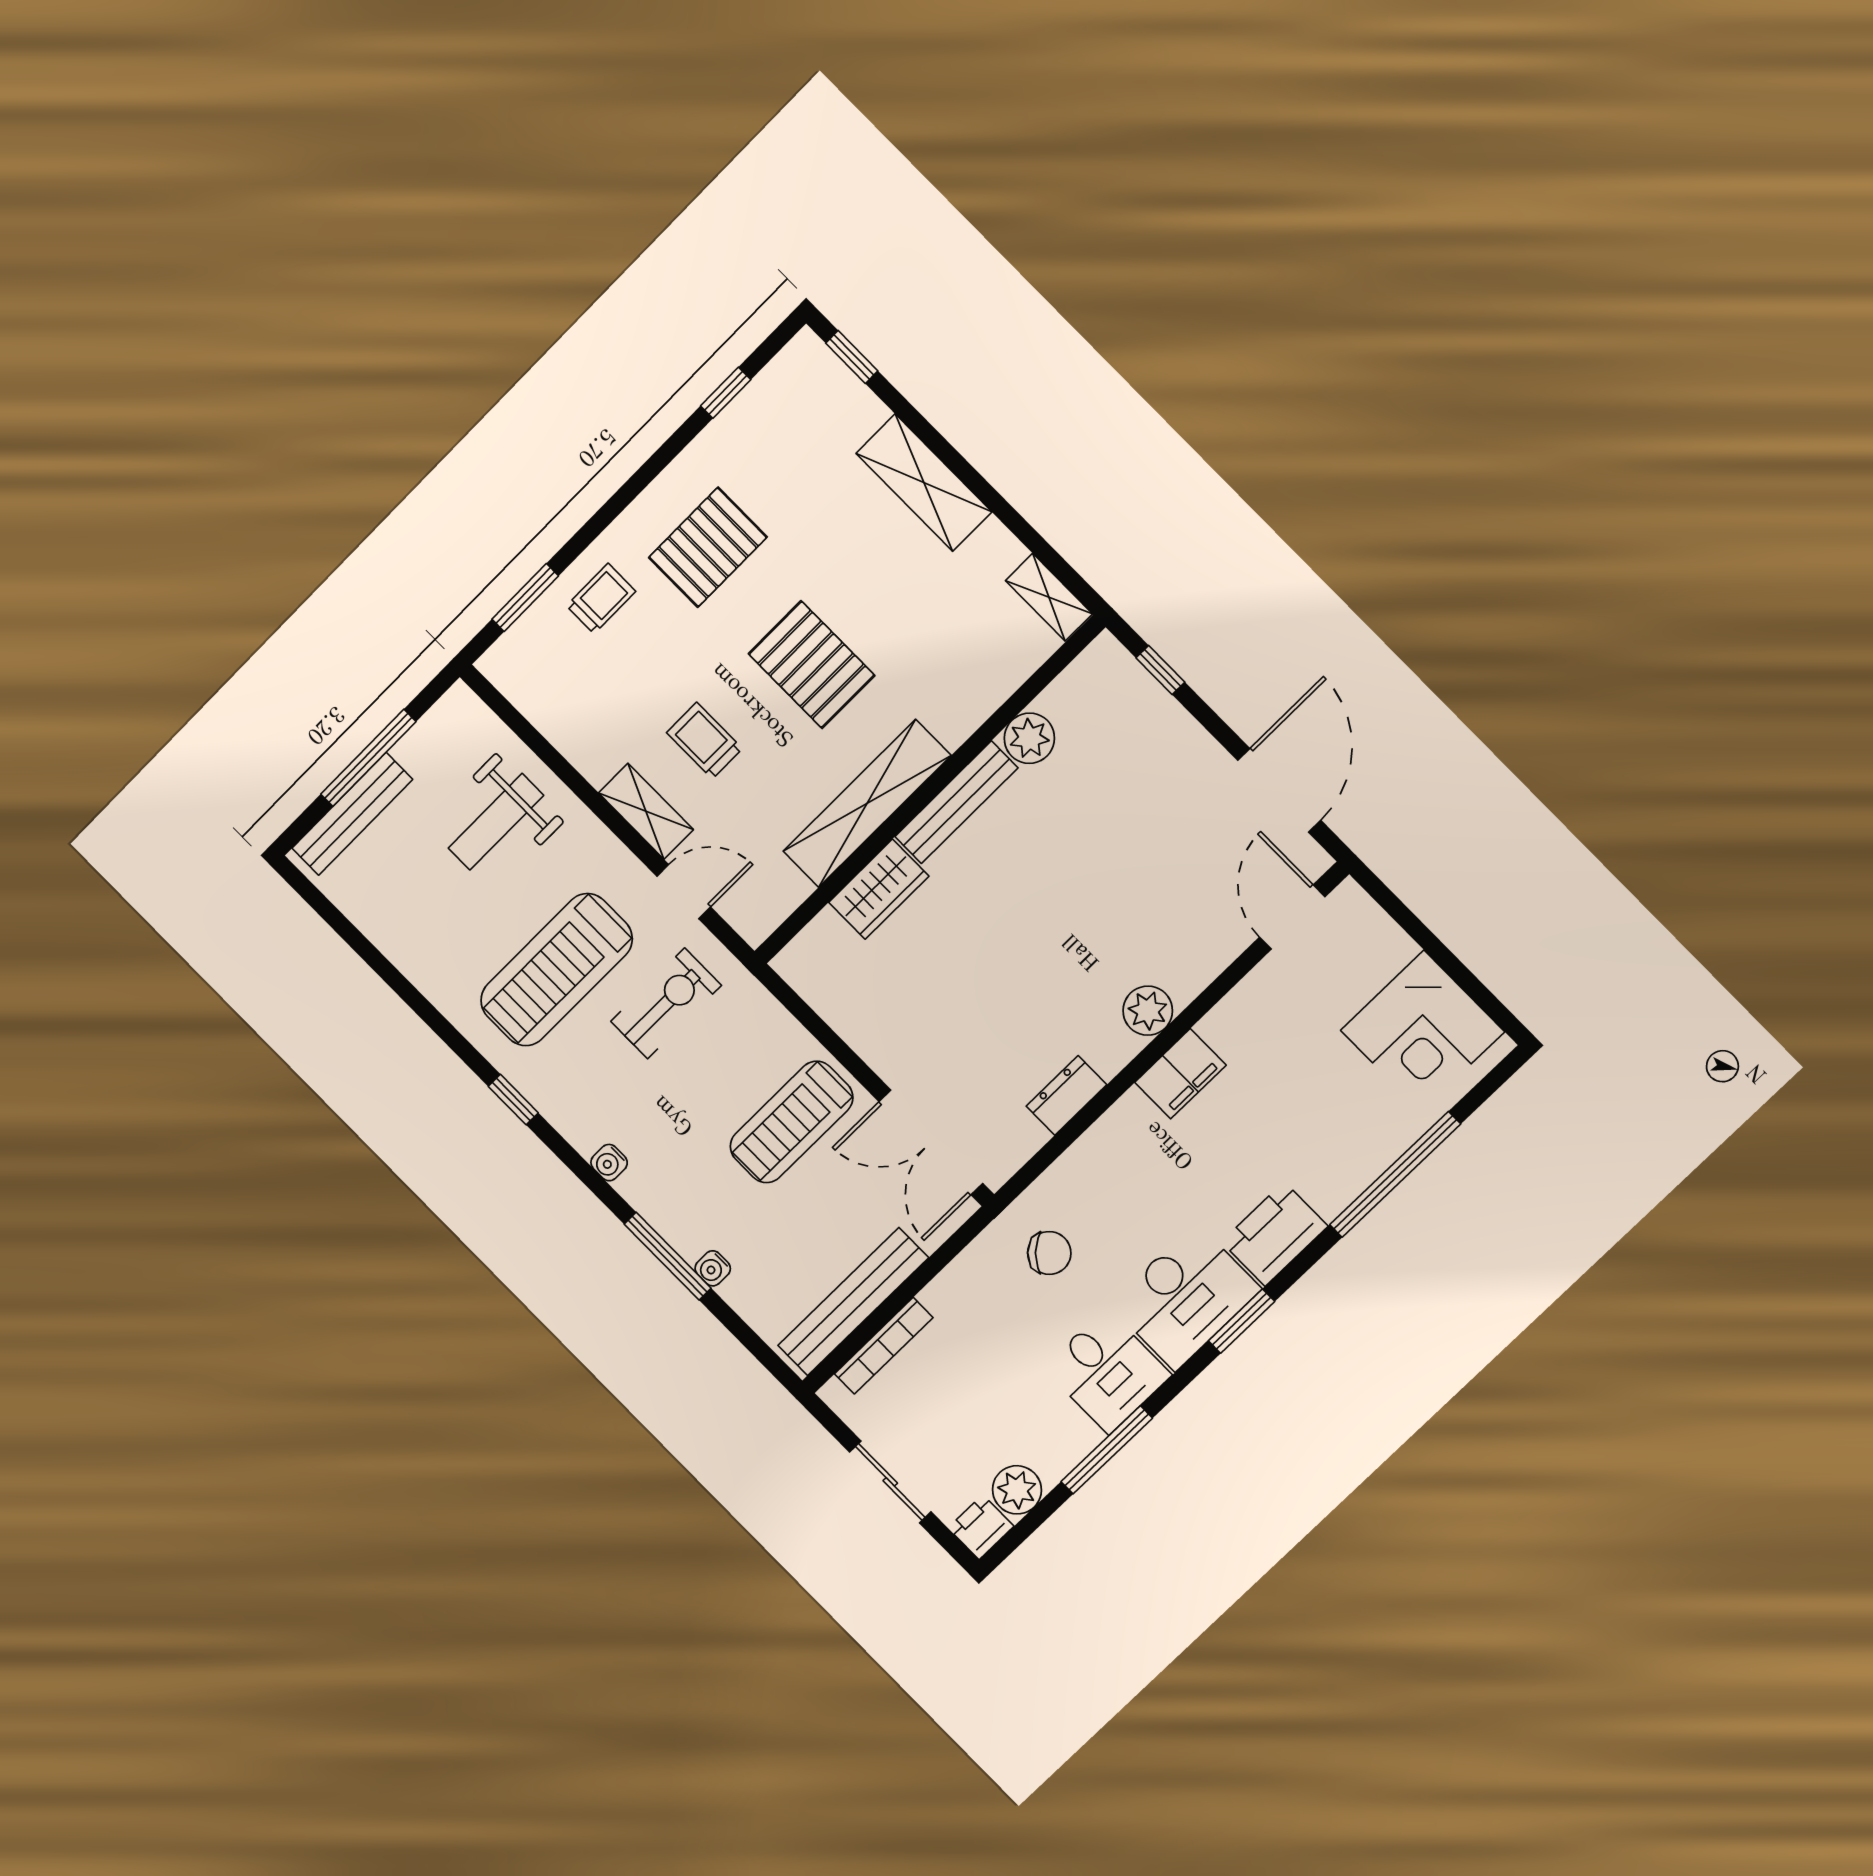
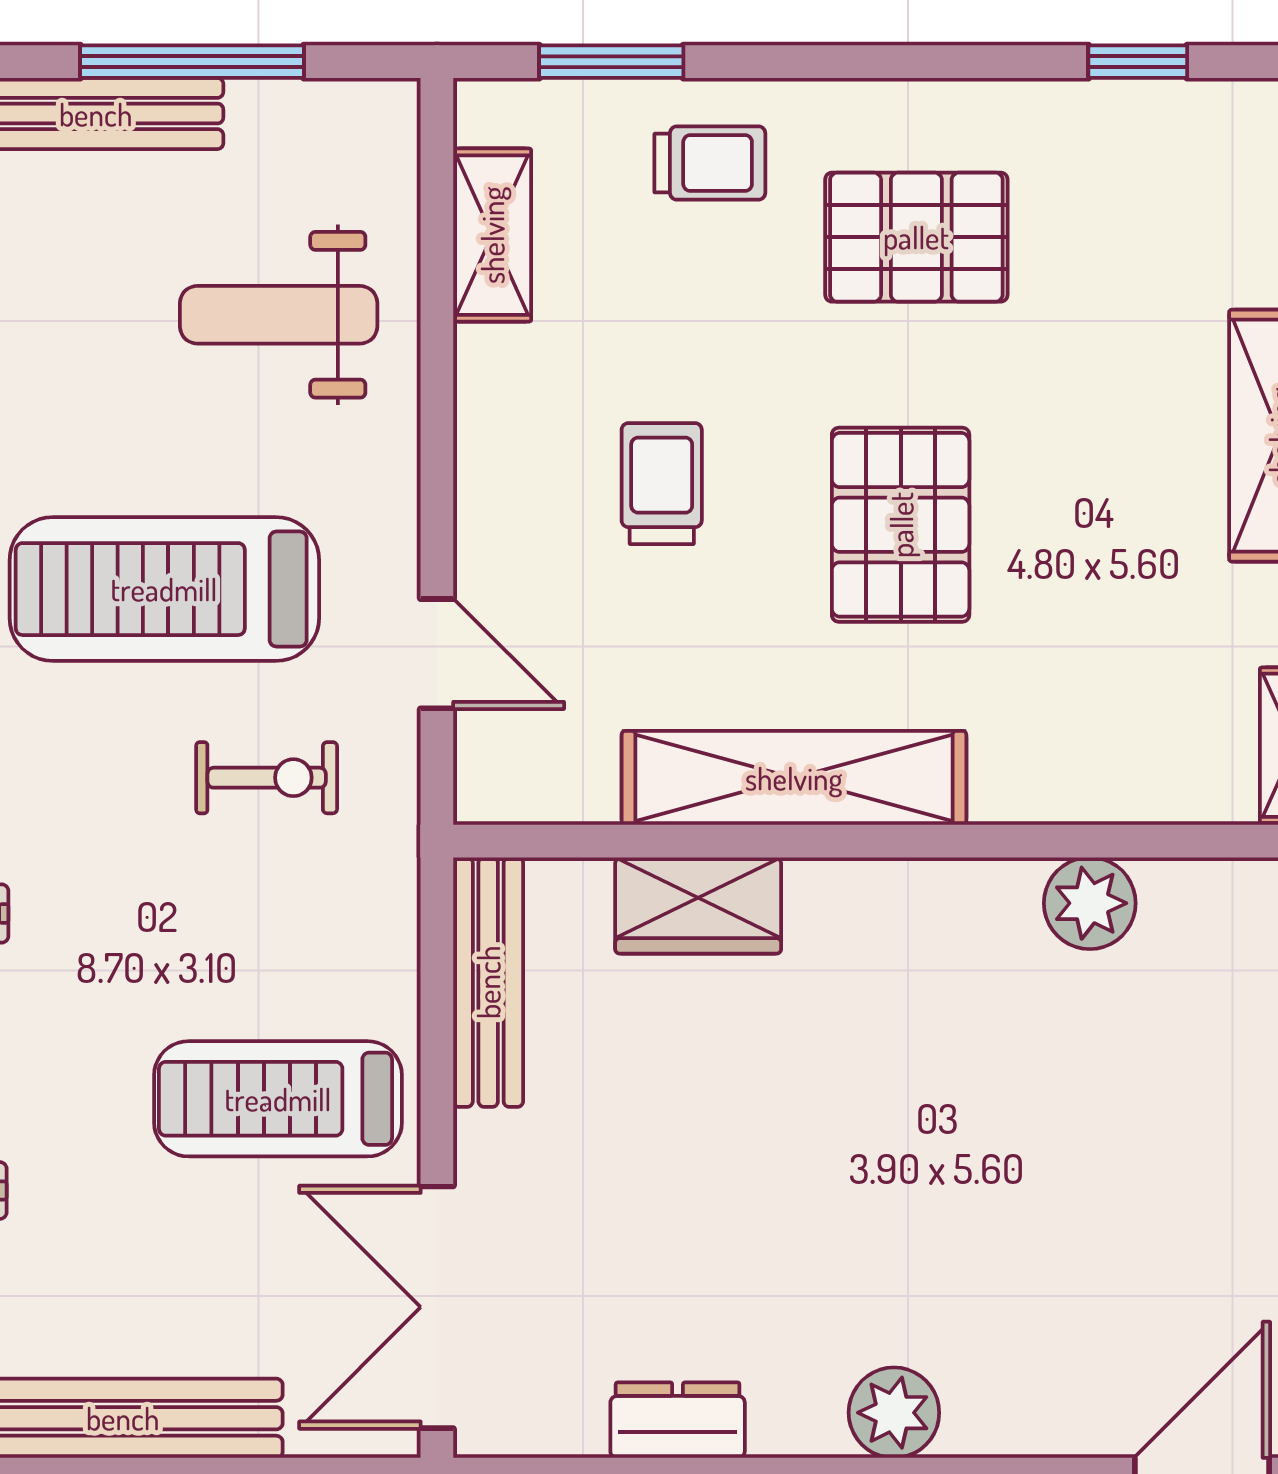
bench: (956, 802) -> (488, 982), moved, turned 90
shelving: (646, 811) -> (492, 235), moved
exercise bike: (666, 1003) -> (267, 778), width x0.73, depth x0.72

